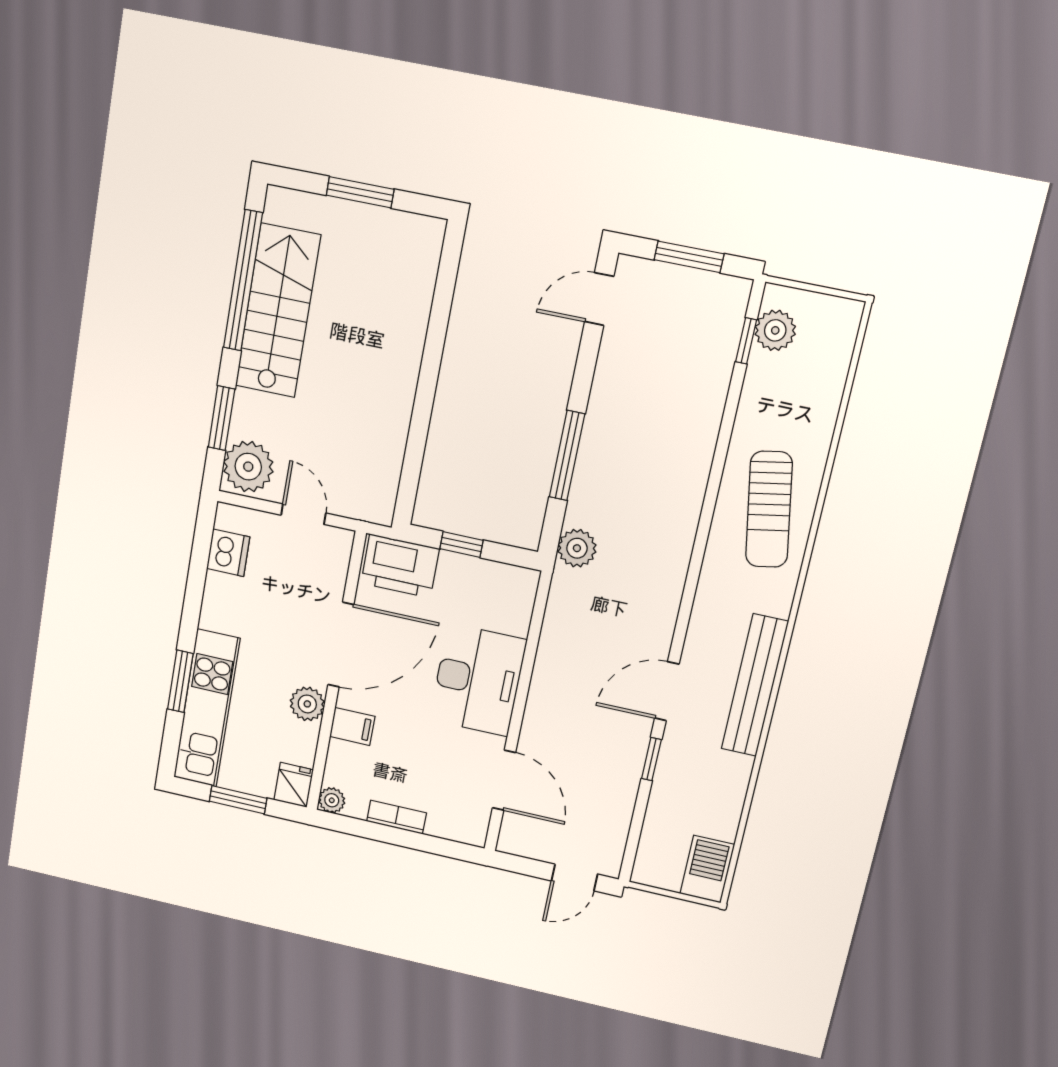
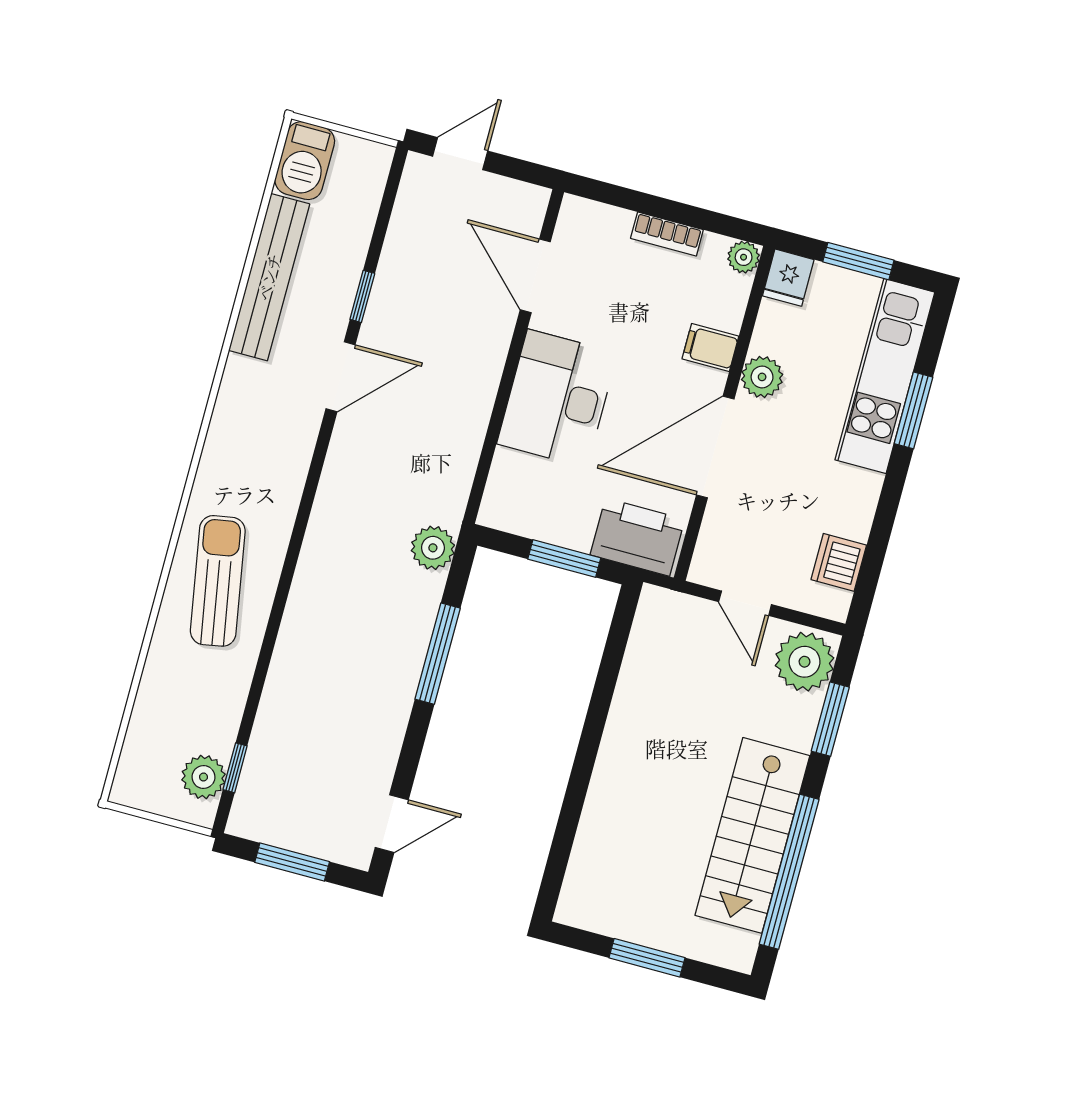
window: (462, 545) -> (564, 559), width x1.50
bench: (755, 685) -> (269, 277), moved

